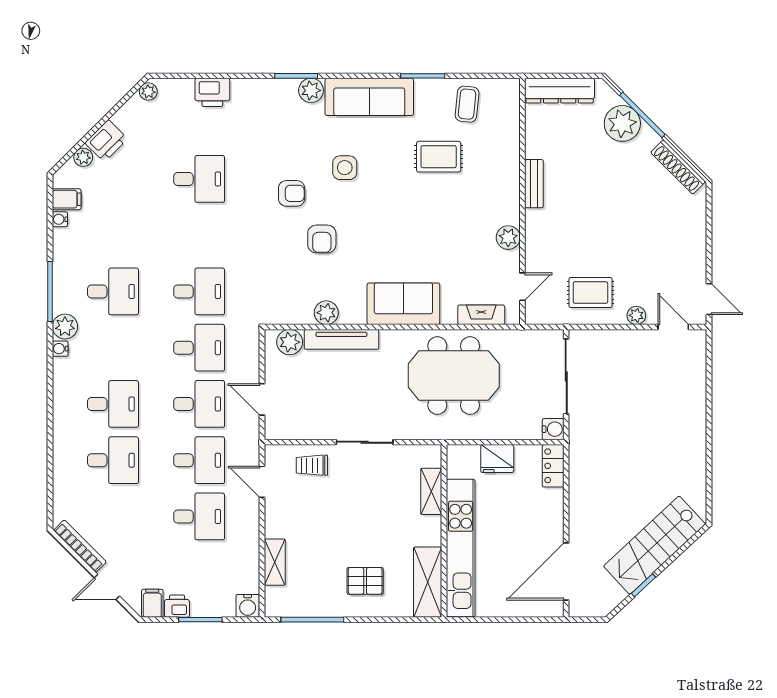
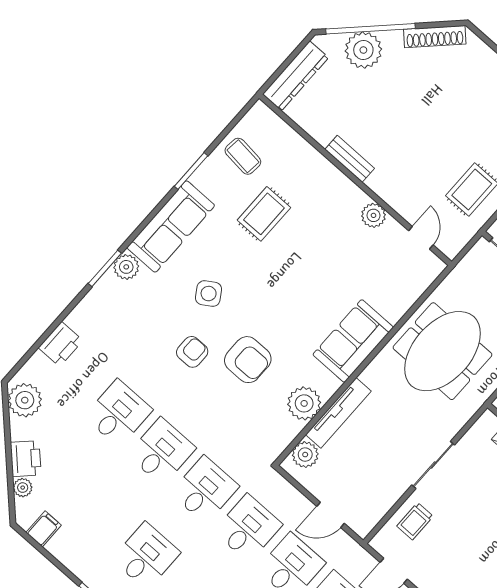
plant: (148, 92) -> (25, 400), width x1.87, depth x1.87
window: (642, 115) -> (371, 29), width x1.46
side table: (345, 168) -> (209, 294), turned -33
water cooler: (60, 219) -> (54, 548), removed
desk: (199, 235) -> (161, 451), added
armchair: (322, 239) -> (248, 360), width x1.38, depth x1.38
plant: (326, 313) -> (304, 403), width x1.36, depth x1.36
fireplace: (481, 315) -> (415, 289), removed

